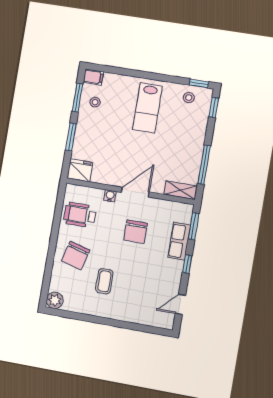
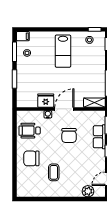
fridge: (80, 170) -> (46, 101), moved
chair: (76, 255) -> (31, 158), turned 75
plant: (55, 300) -> (88, 191), moved

